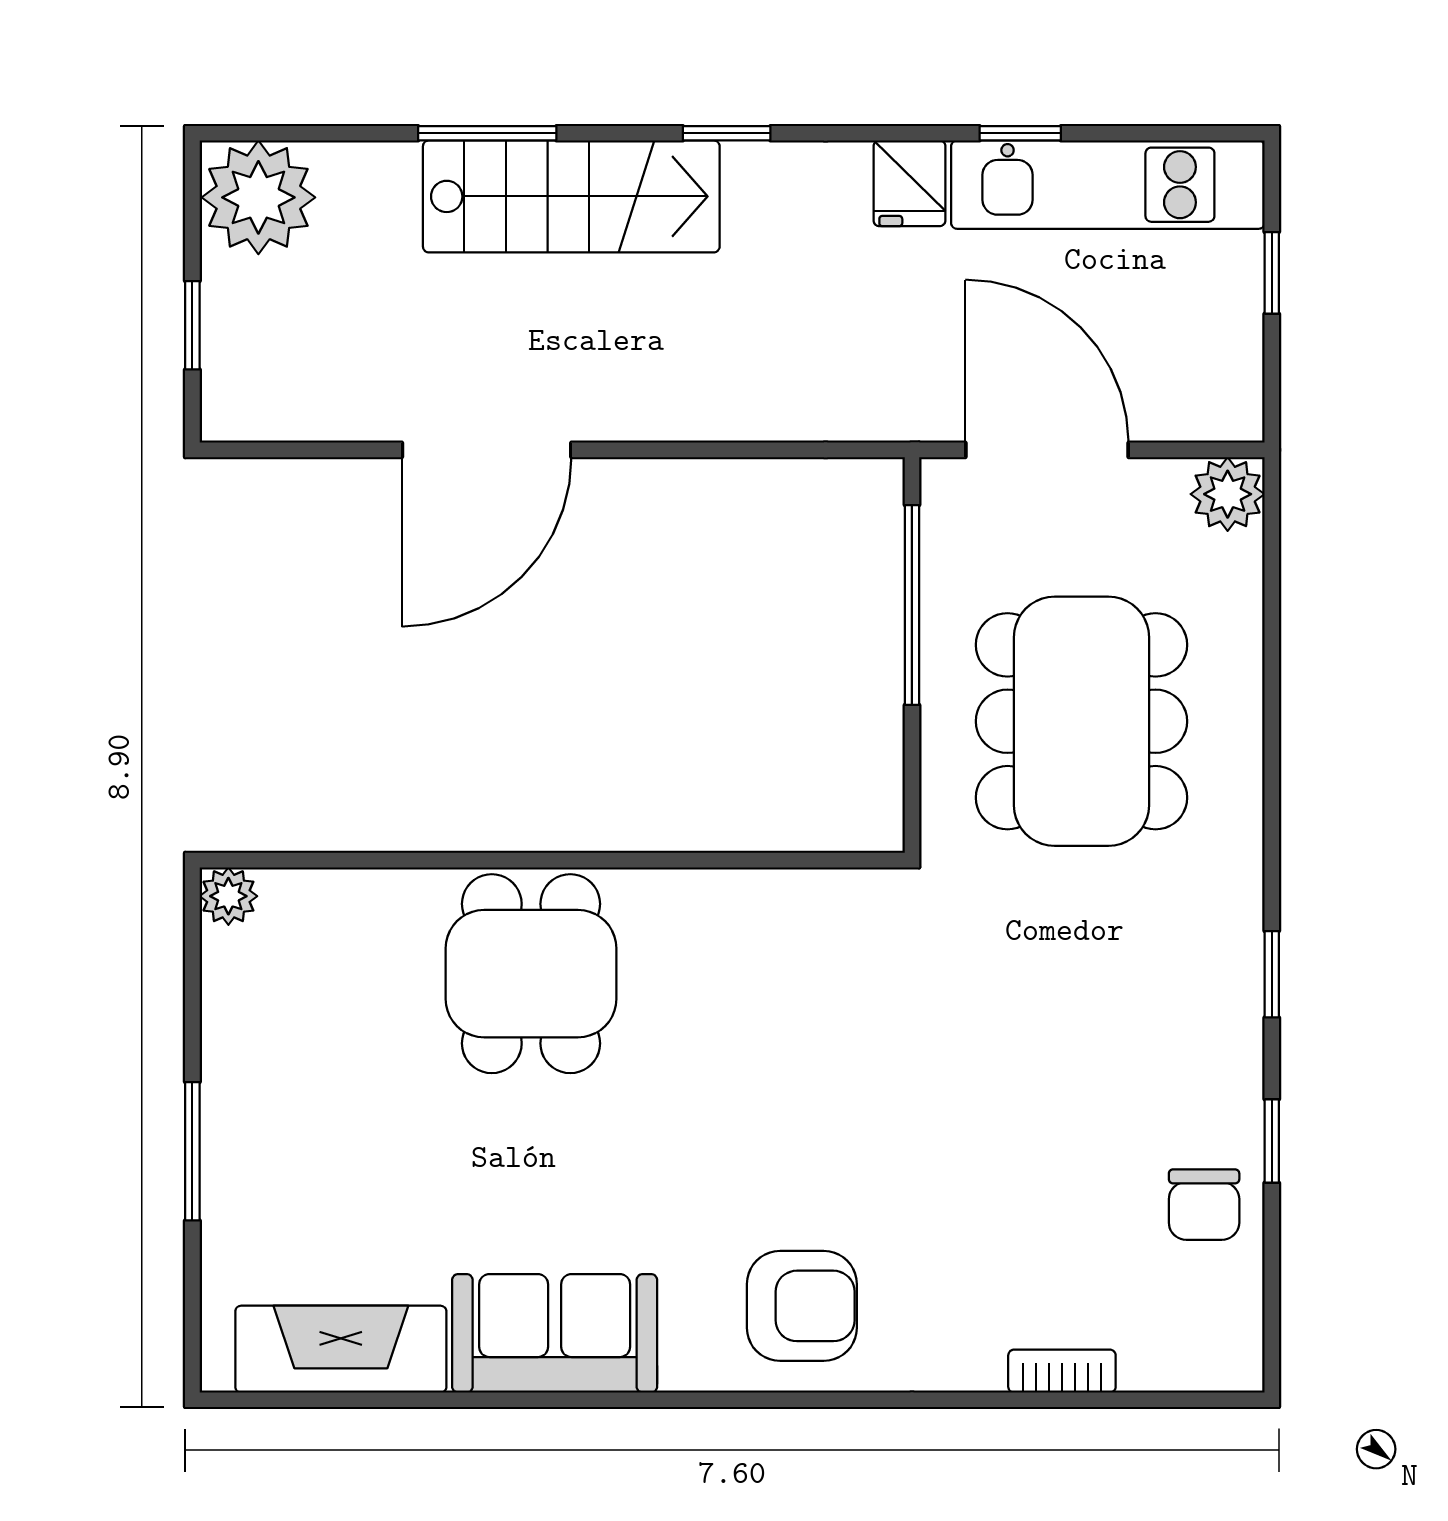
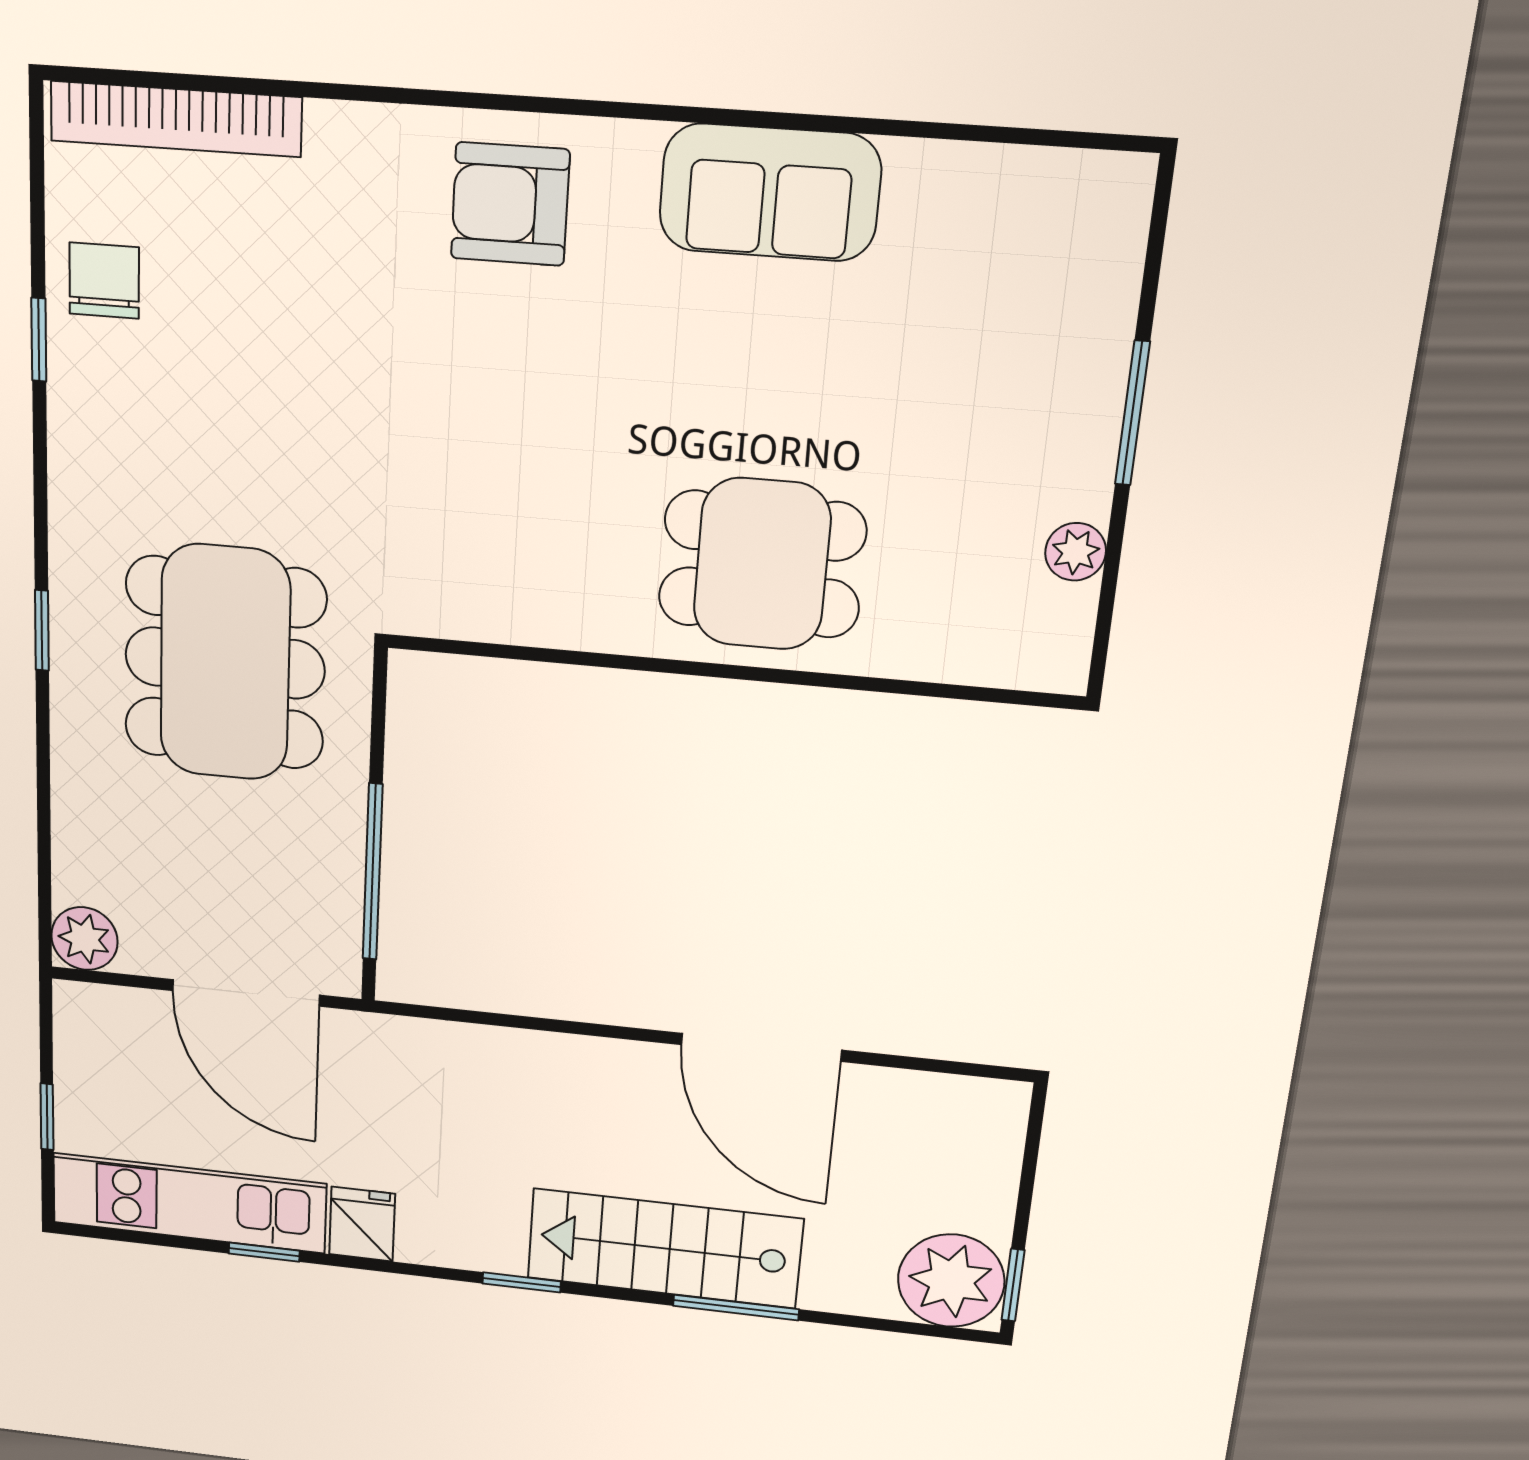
window: (192, 325) -> (1013, 1285), moved
door: (487, 450) -> (761, 1047), swing flipped
dining table: (1081, 721) -> (225, 663), moved
plant: (228, 896) -> (1076, 552), moved
dining table: (531, 974) -> (762, 564), turned 90
window: (1272, 974) -> (42, 630), moved
fireplace: (341, 1349) -> (1000, 191), removed
bookcase: (1062, 1371) -> (176, 119), width x2.31, depth x1.31

